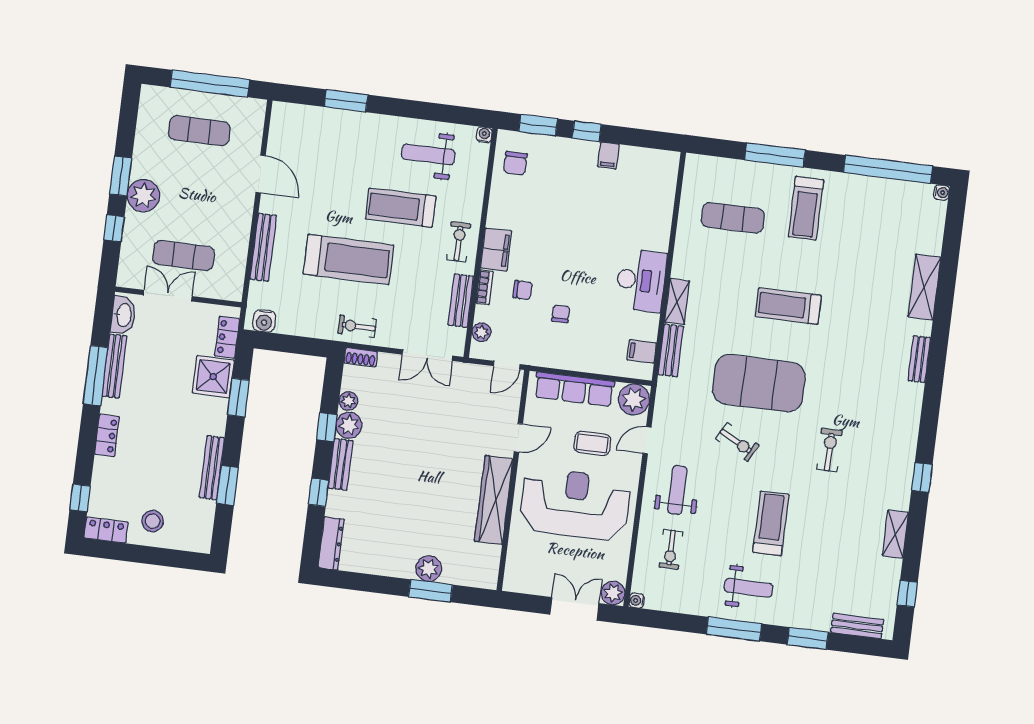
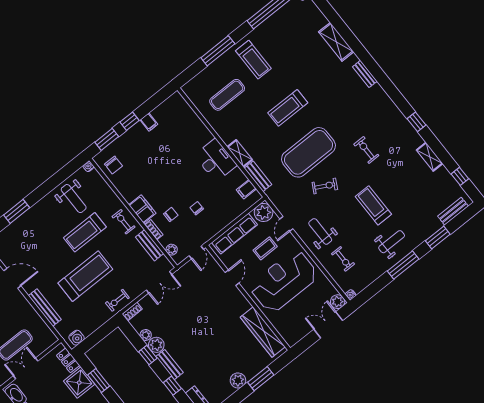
weight bench: (428, 154) -> (74, 199), turned -90
wardrobe: (494, 500) -> (263, 332), moved
plant: (429, 569) -> (238, 380), moved

